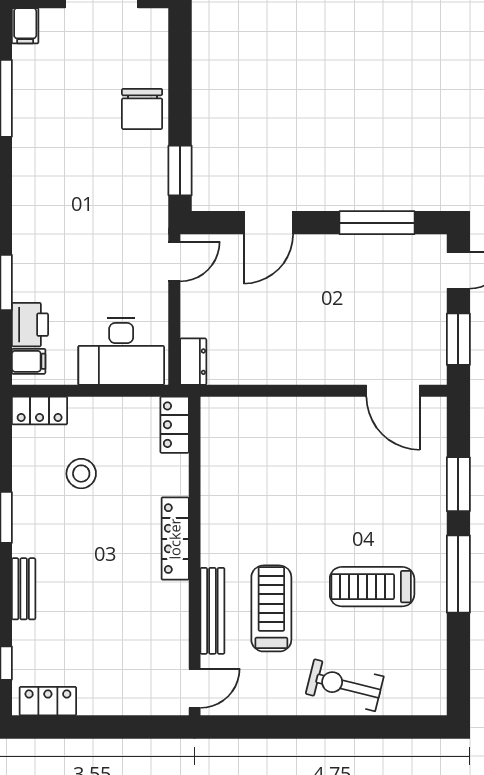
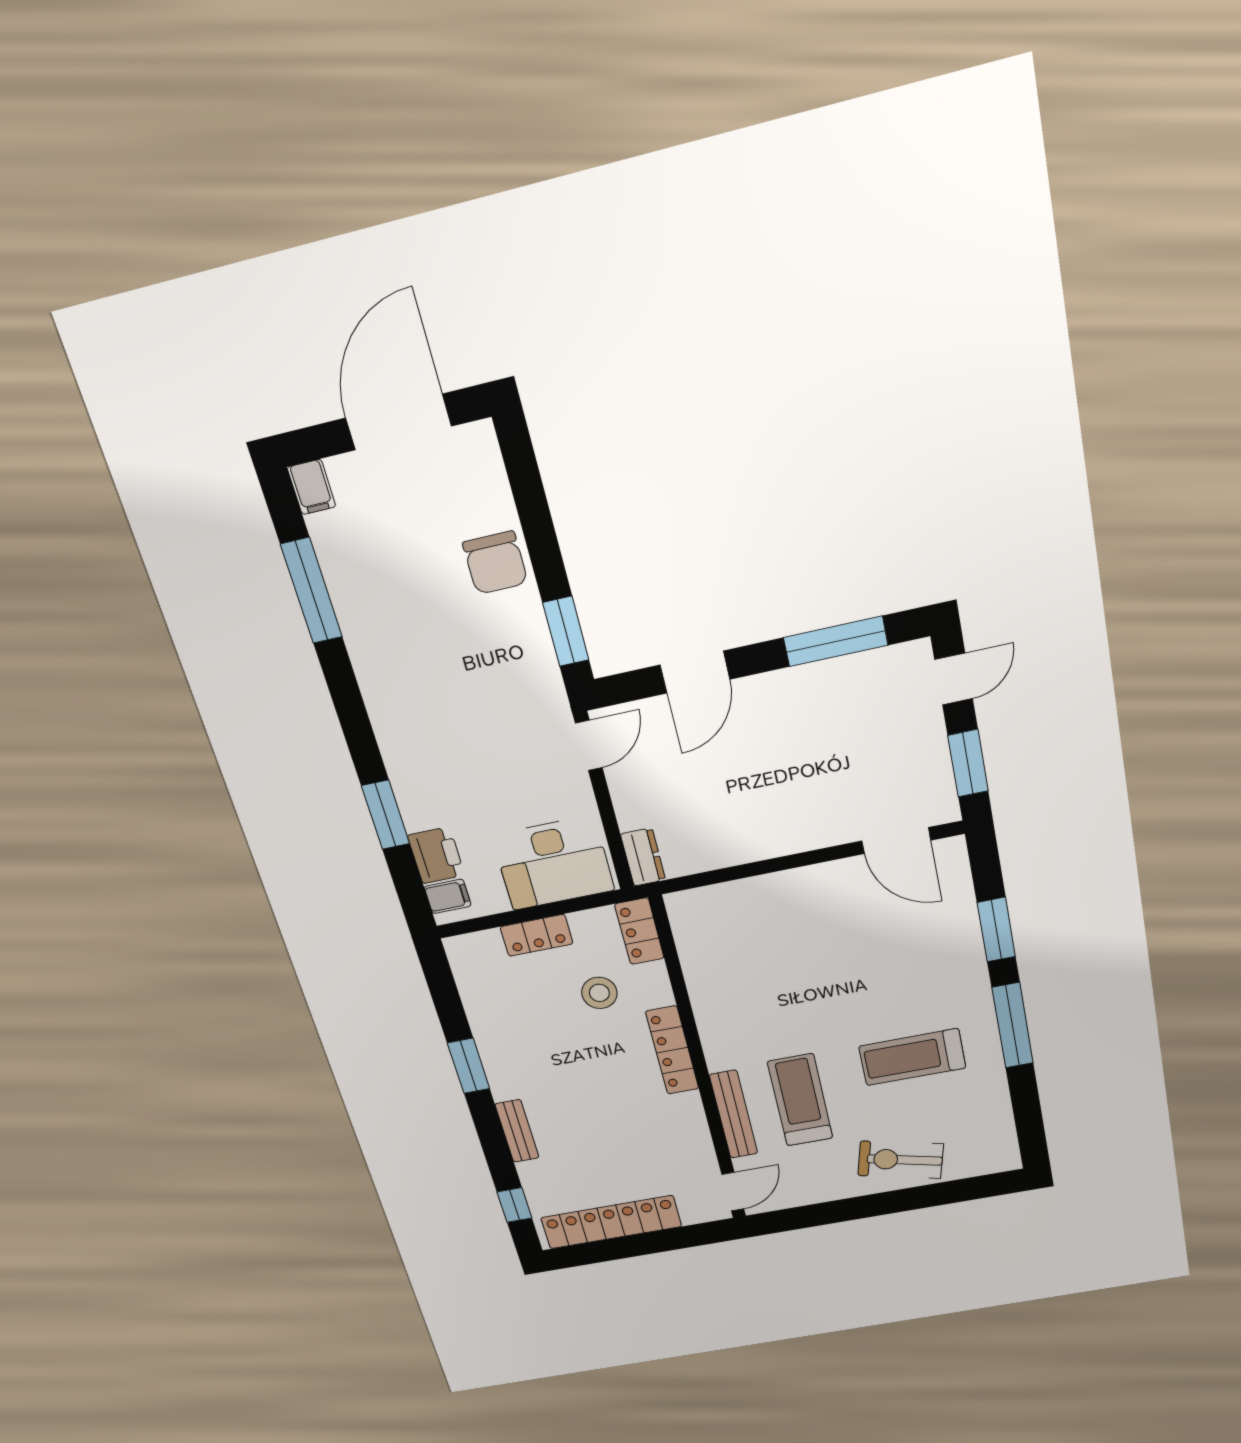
locker: (40, 410) -> (537, 935), moved
stool: (81, 474) -> (599, 993), moved
locker: (48, 701) -> (611, 1222), width x2.16, depth x1.21

